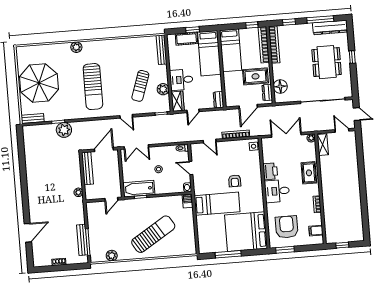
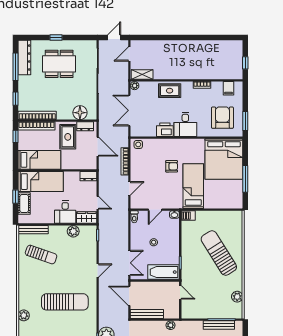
sun lounger: (140, 86) -> (41, 255), moved
bathtub: (139, 189) -> (163, 272), moved, turned 90
armchair: (287, 227) -> (222, 118), turned 90

